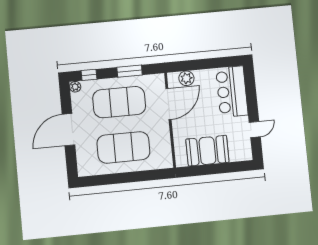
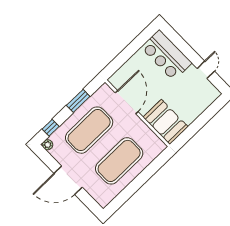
plant: (186, 78) -> (125, 72), removed
door: (68, 130) -> (68, 180), hinge flipped
booth: (207, 151) -> (166, 122), moved, turned 90

